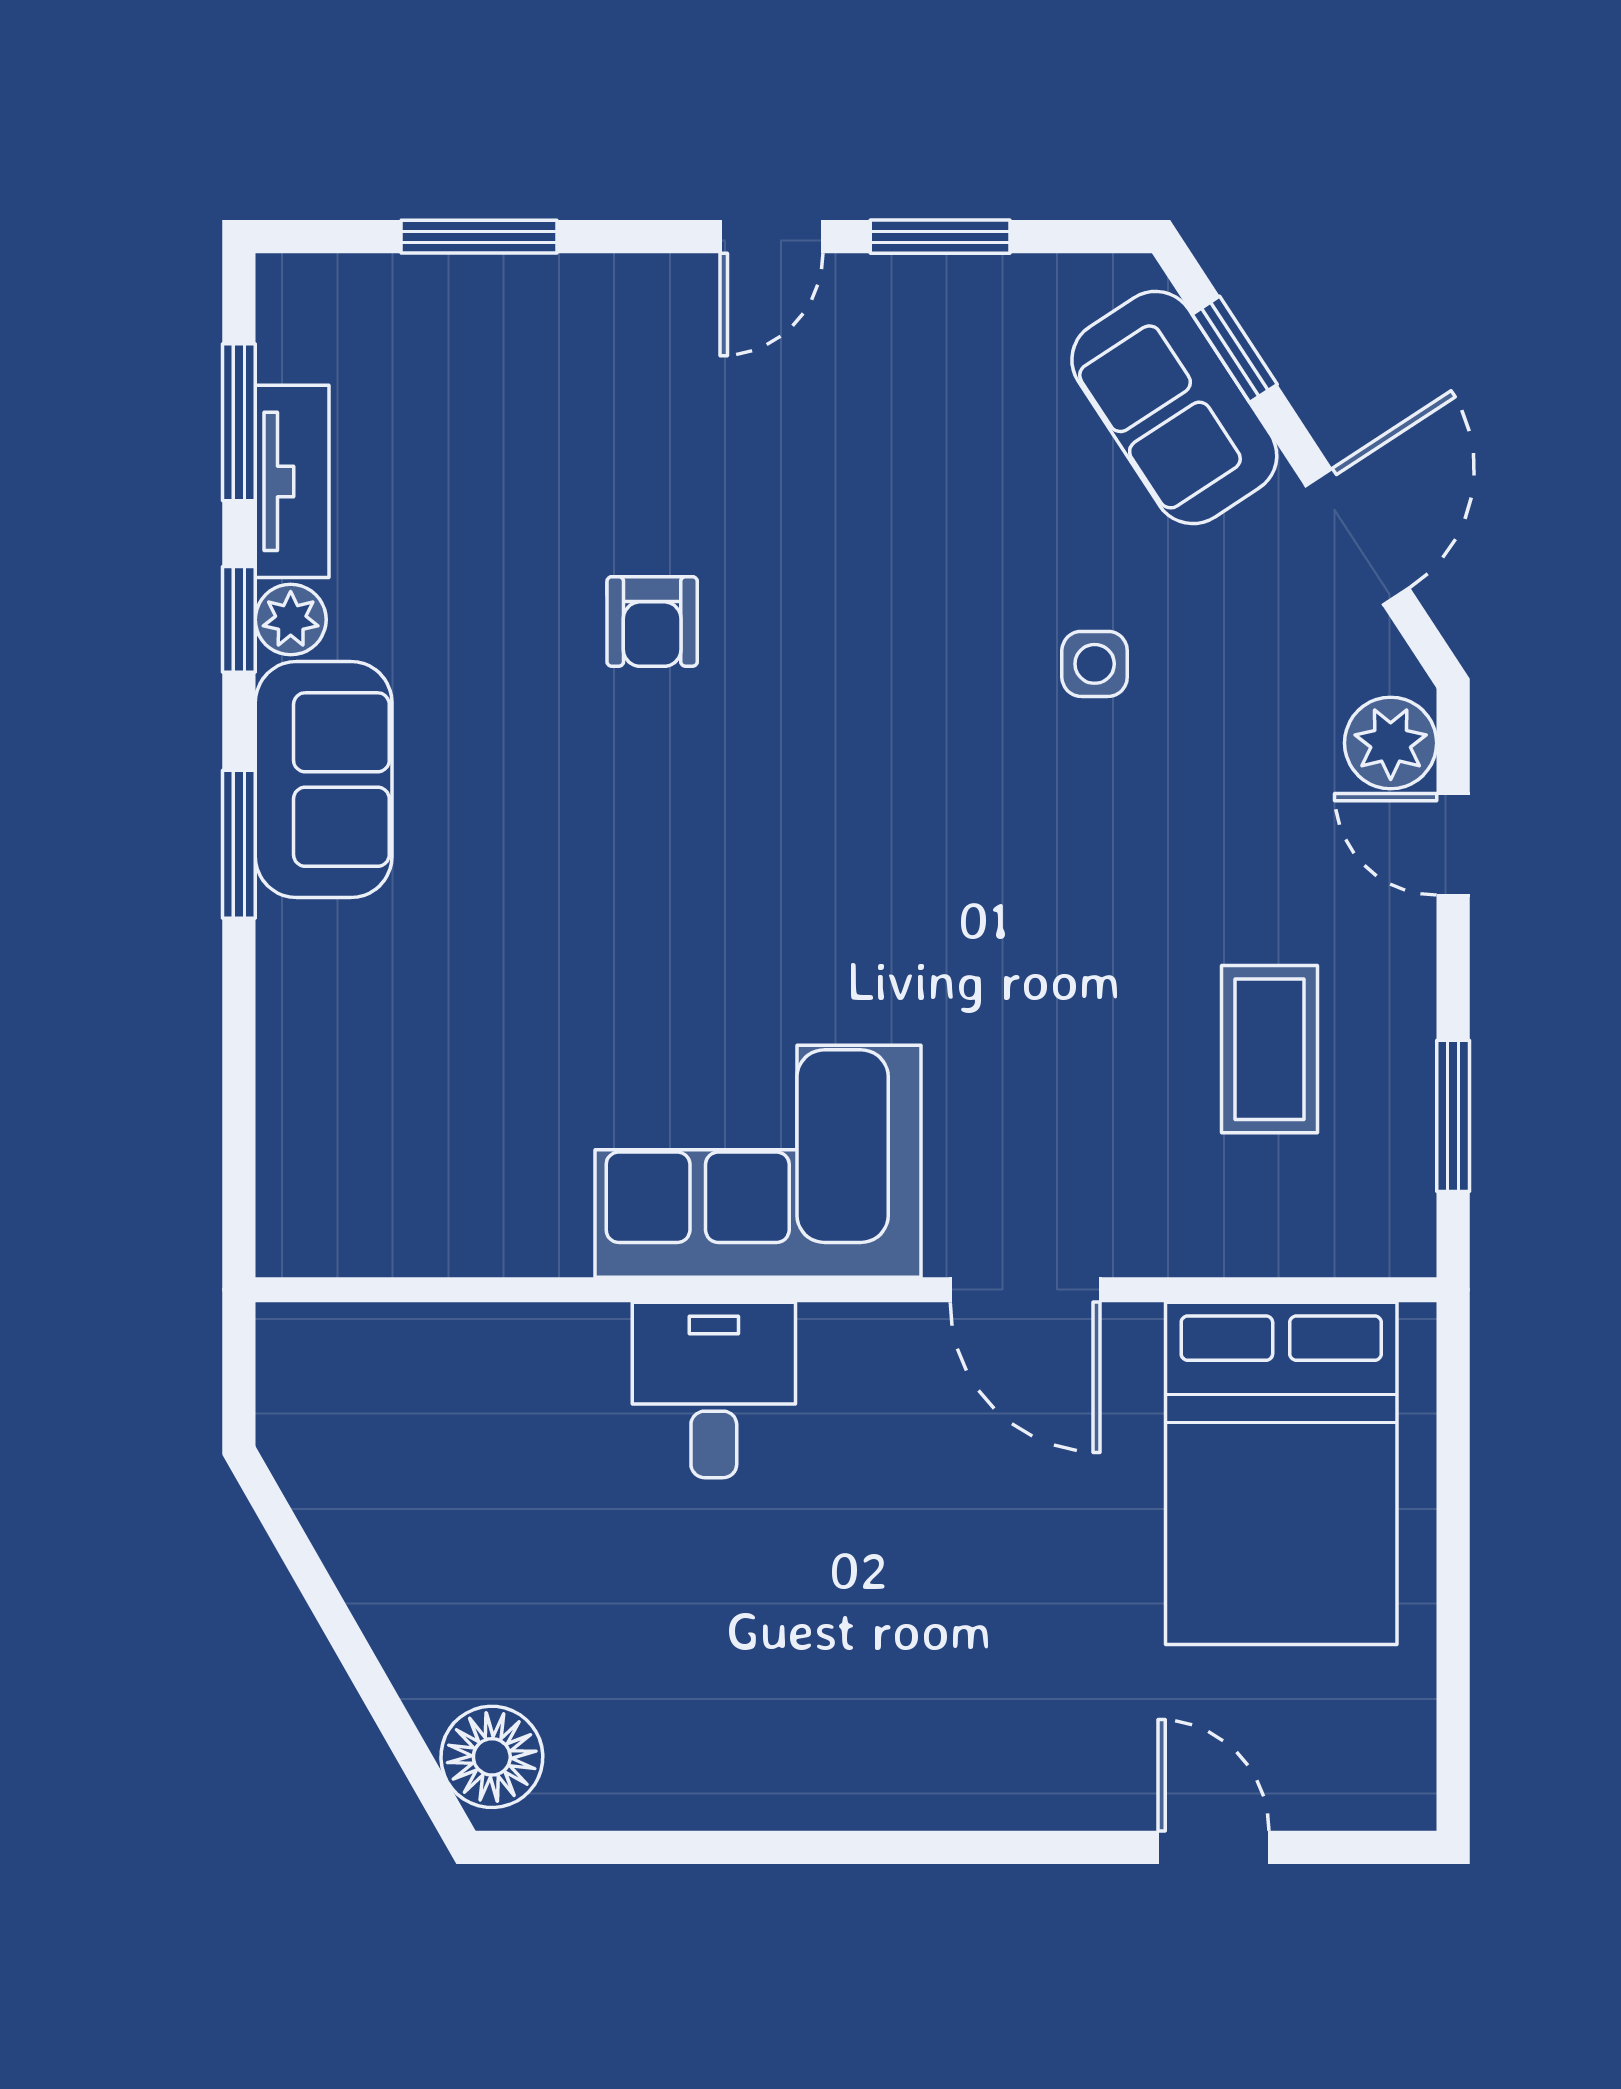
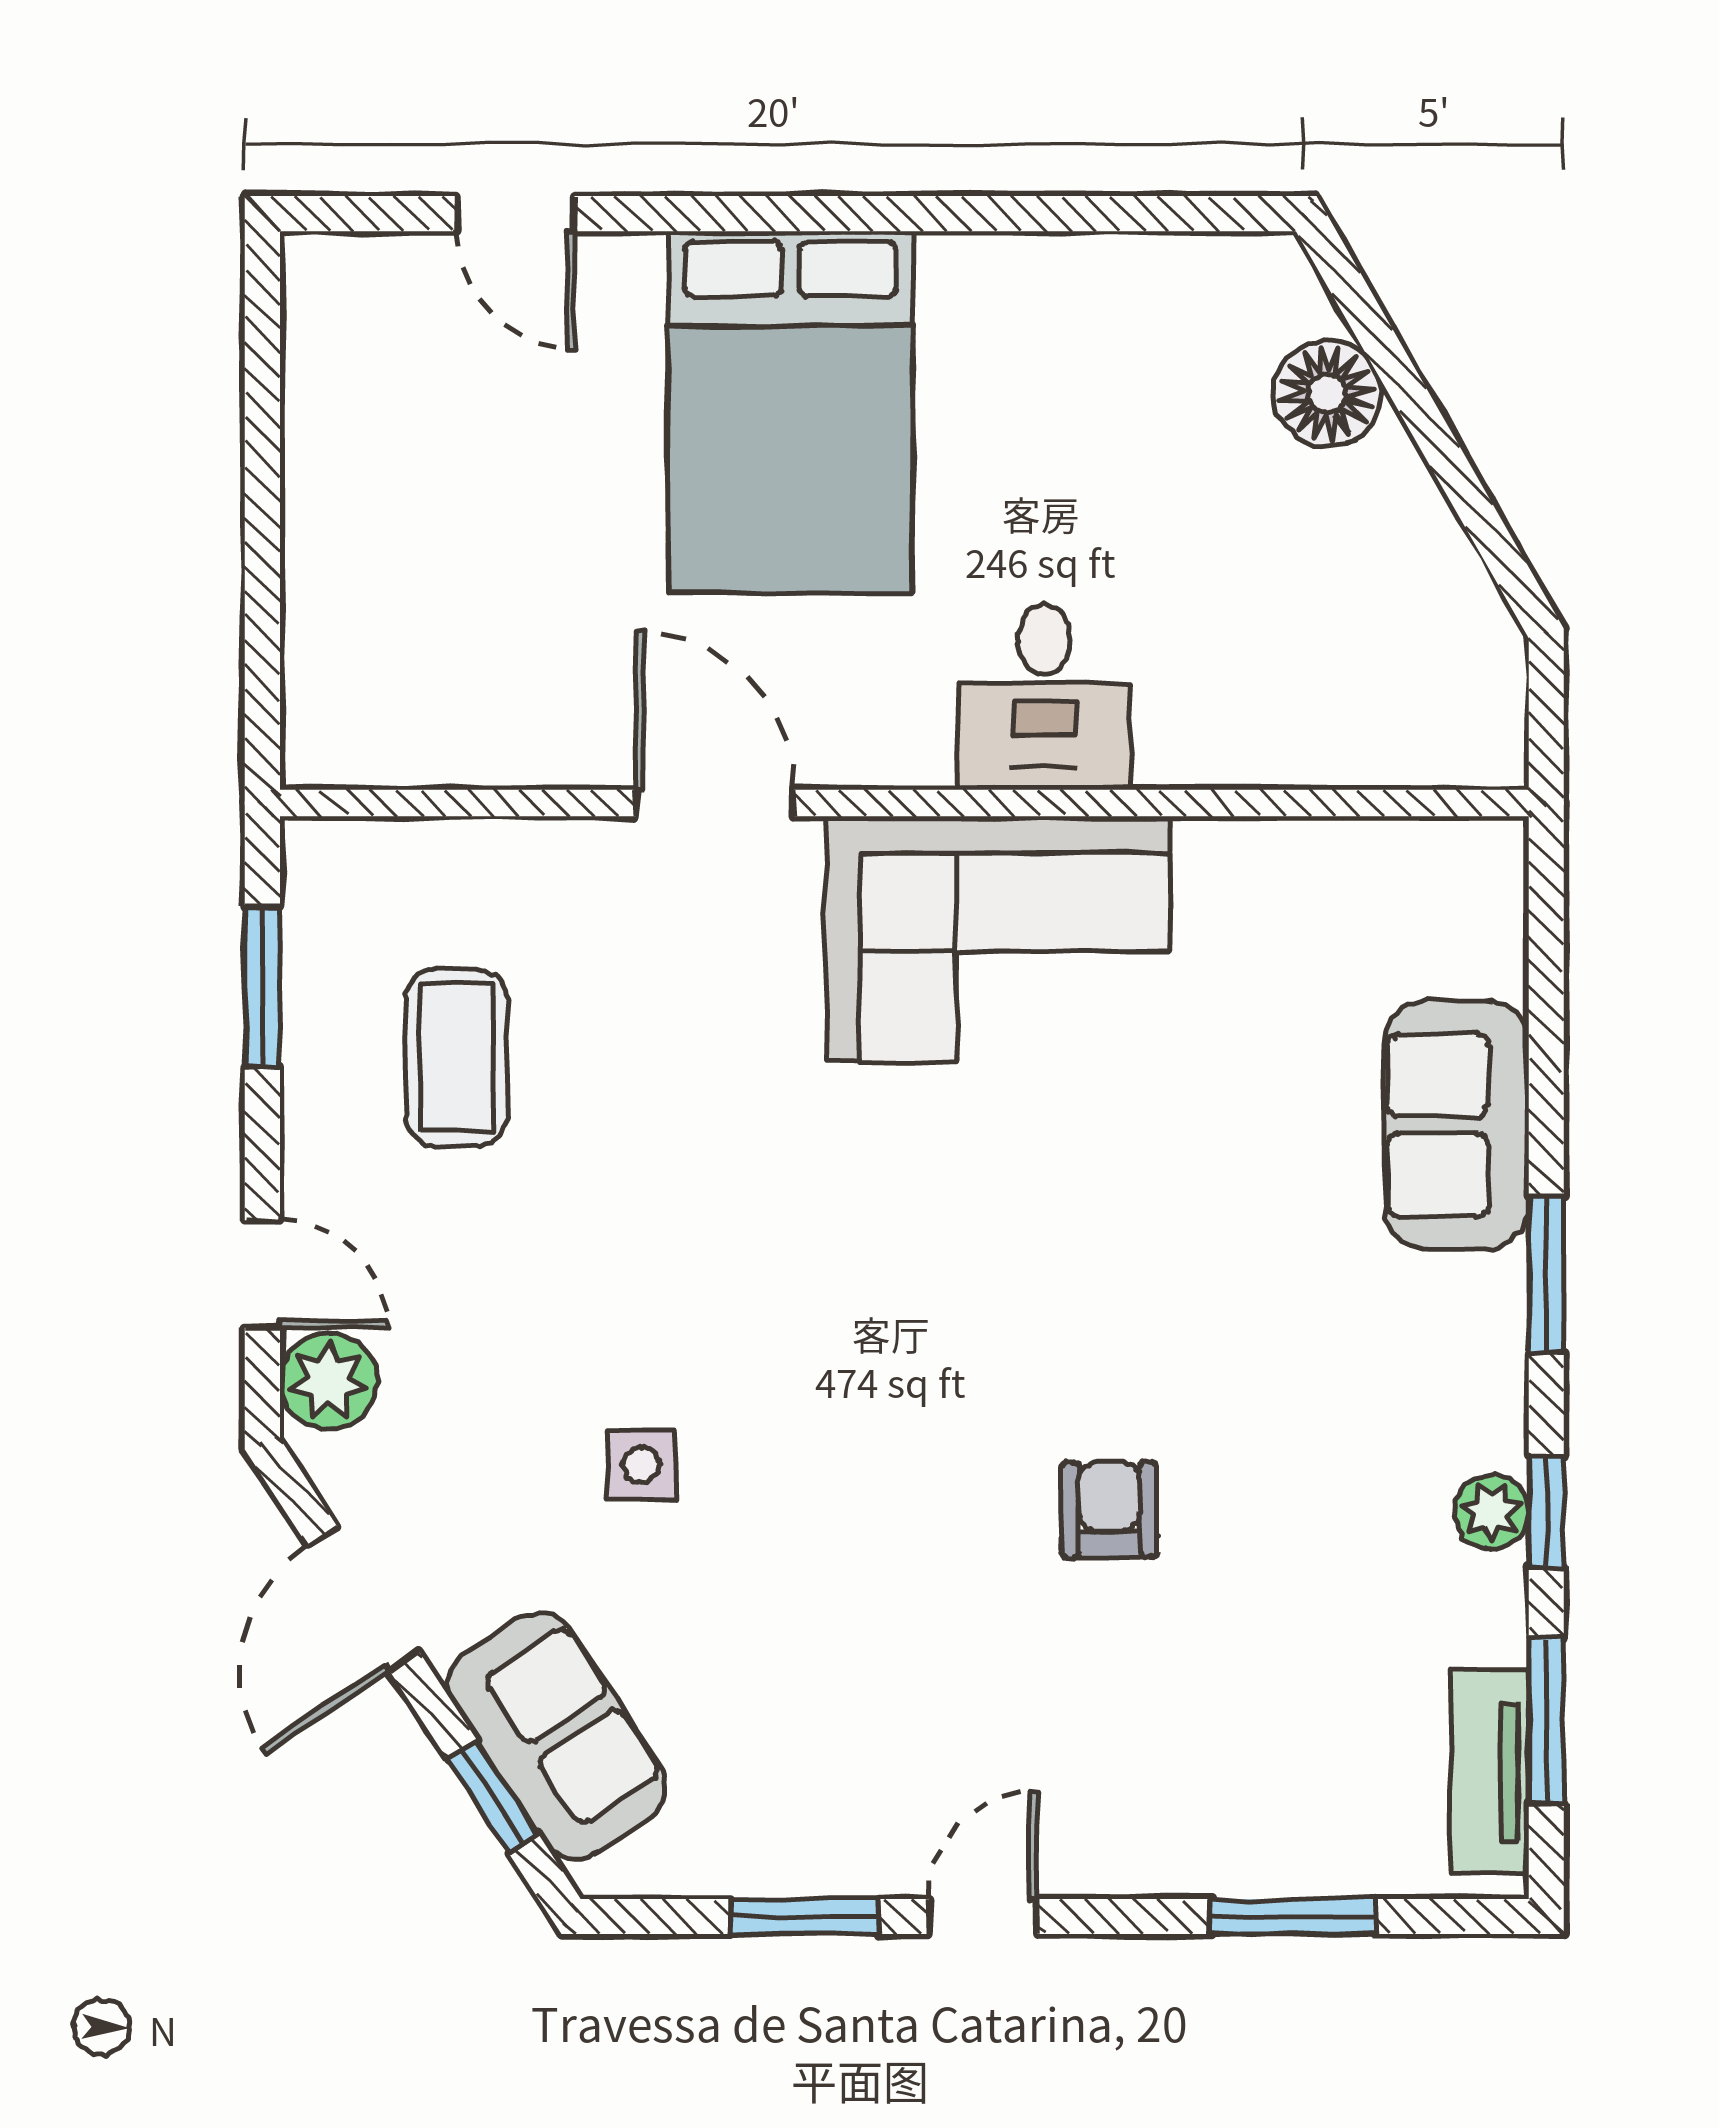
tv unit: (292, 481) -> (1490, 1772), moved
sofa: (324, 780) -> (1457, 1125), moved
bed: (1281, 1473) -> (790, 412), moved, turned 180
floor lamp: (492, 1757) -> (1327, 393), moved

